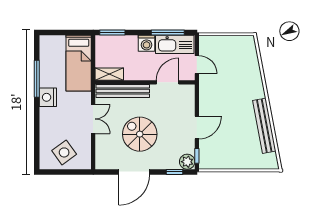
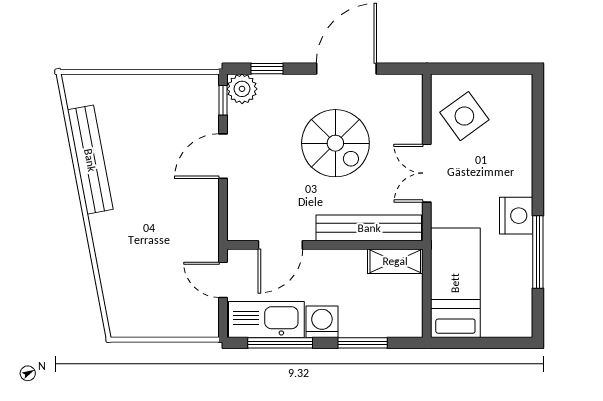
window: (112, 33) -> (363, 343), moved
side table: (64, 152) -> (464, 116), moved

